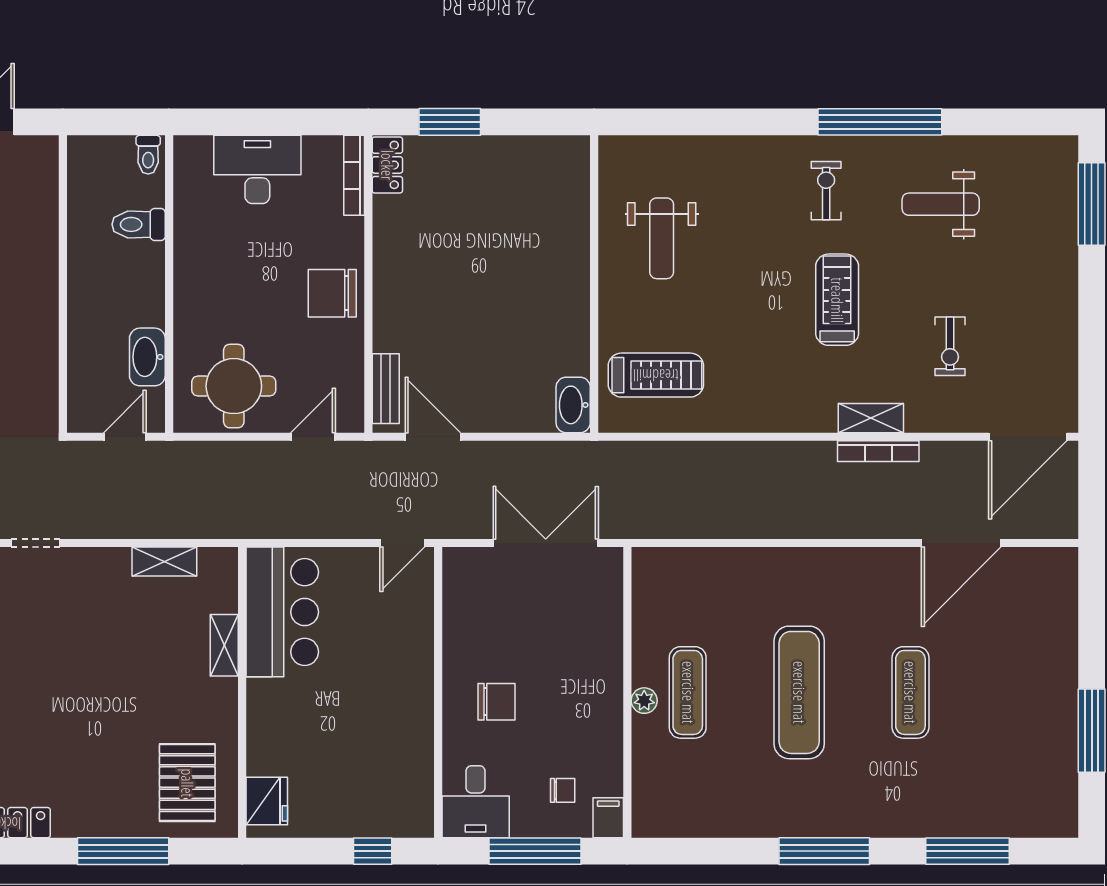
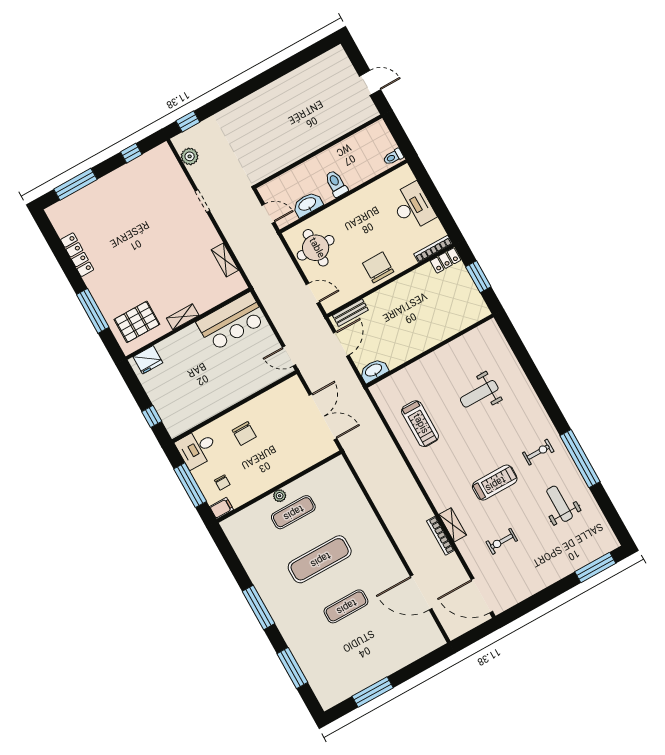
toilet: (139, 224) -> (336, 184), moved
wall: (594, 284) -> (430, 351), moved
washbasin: (573, 405) -> (374, 370), moved
shelving: (224, 645) -> (183, 317), moved

